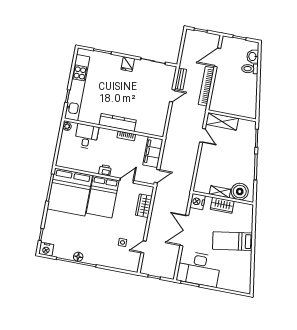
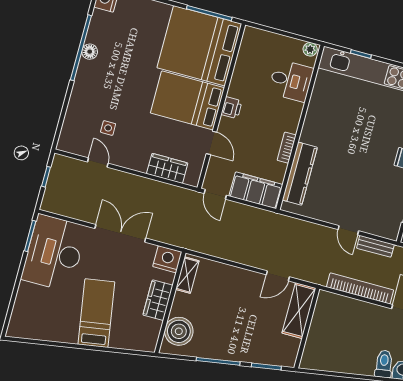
kitchen counter: (118, 123) -> (300, 174), moved
shelving: (220, 192) -> (187, 275), moved

